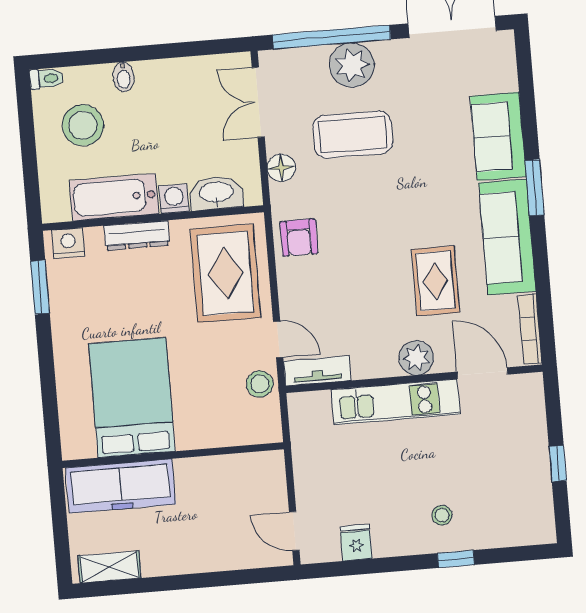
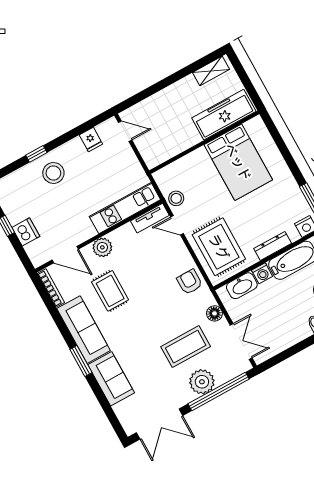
kitchen unit: (396, 402) -> (125, 208), moved
dishwasher: (530, 439) -> (26, 232), added
stool: (442, 515) -> (53, 173), width x1.89, depth x1.89

